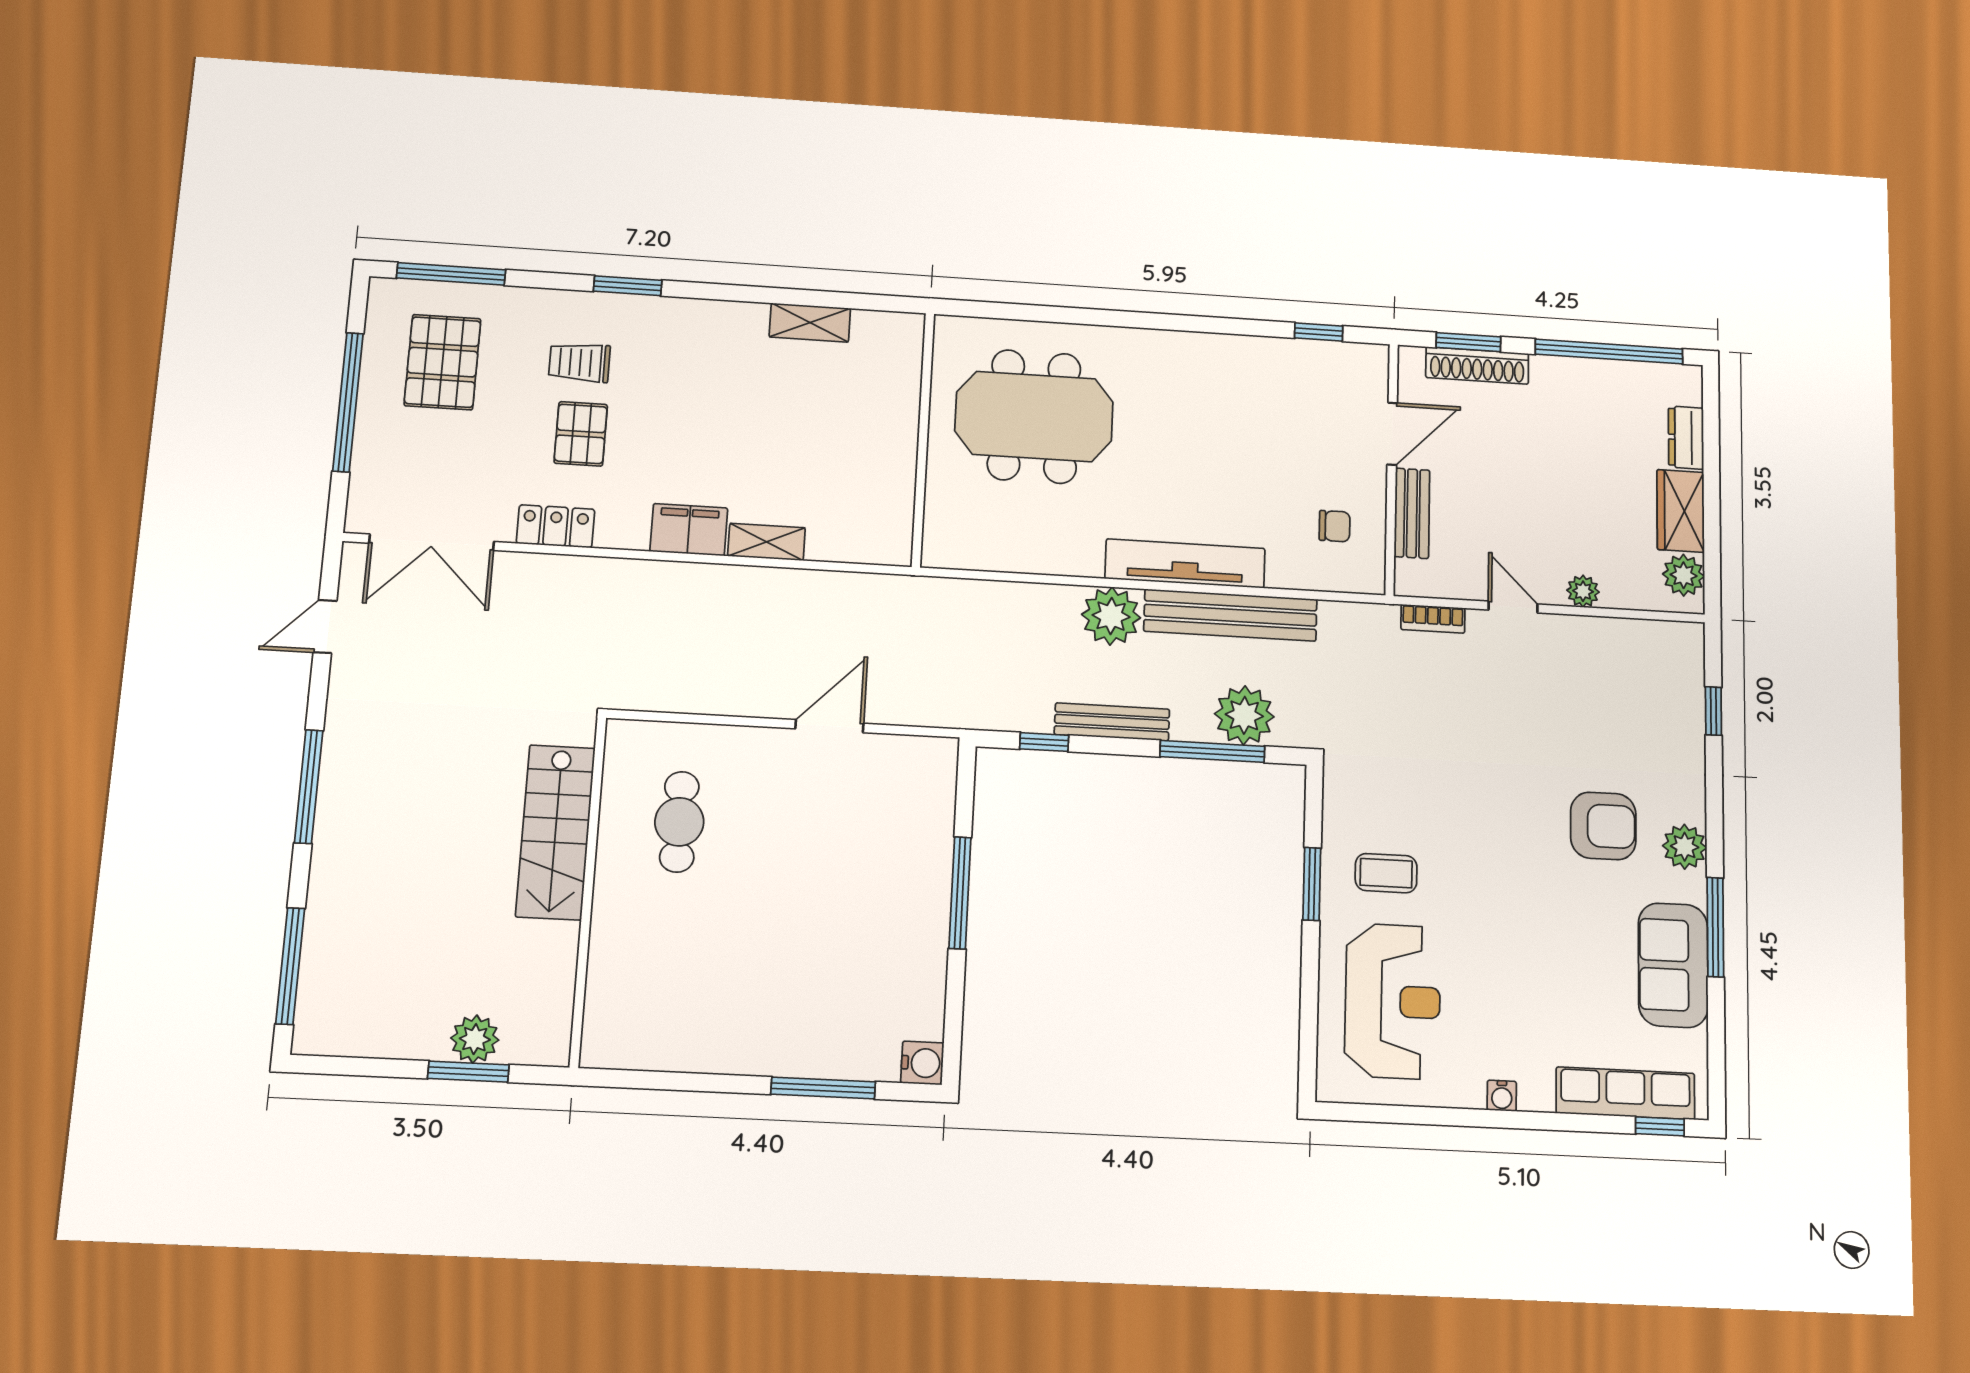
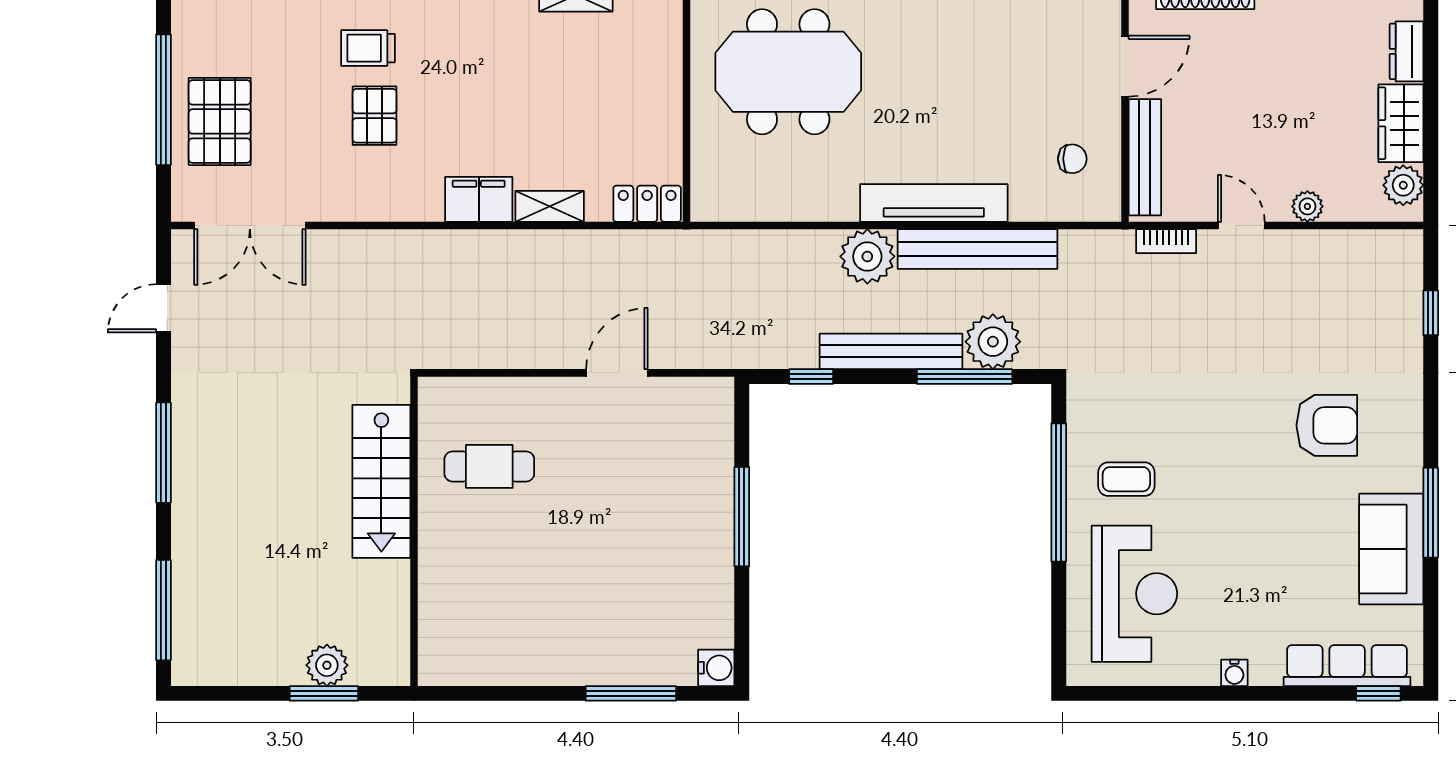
pallet: (443, 362) -> (220, 121), moved
bench: (1412, 513) -> (1145, 157), width x1.36
locker: (556, 526) -> (647, 204), moved
bench: (1112, 722) -> (891, 351), width x1.37, depth x1.21
cafe table: (679, 822) -> (489, 466), turned 90
plant: (1685, 847) -> (1403, 440), removed
window: (1312, 884) -> (1059, 492), width x2.11

